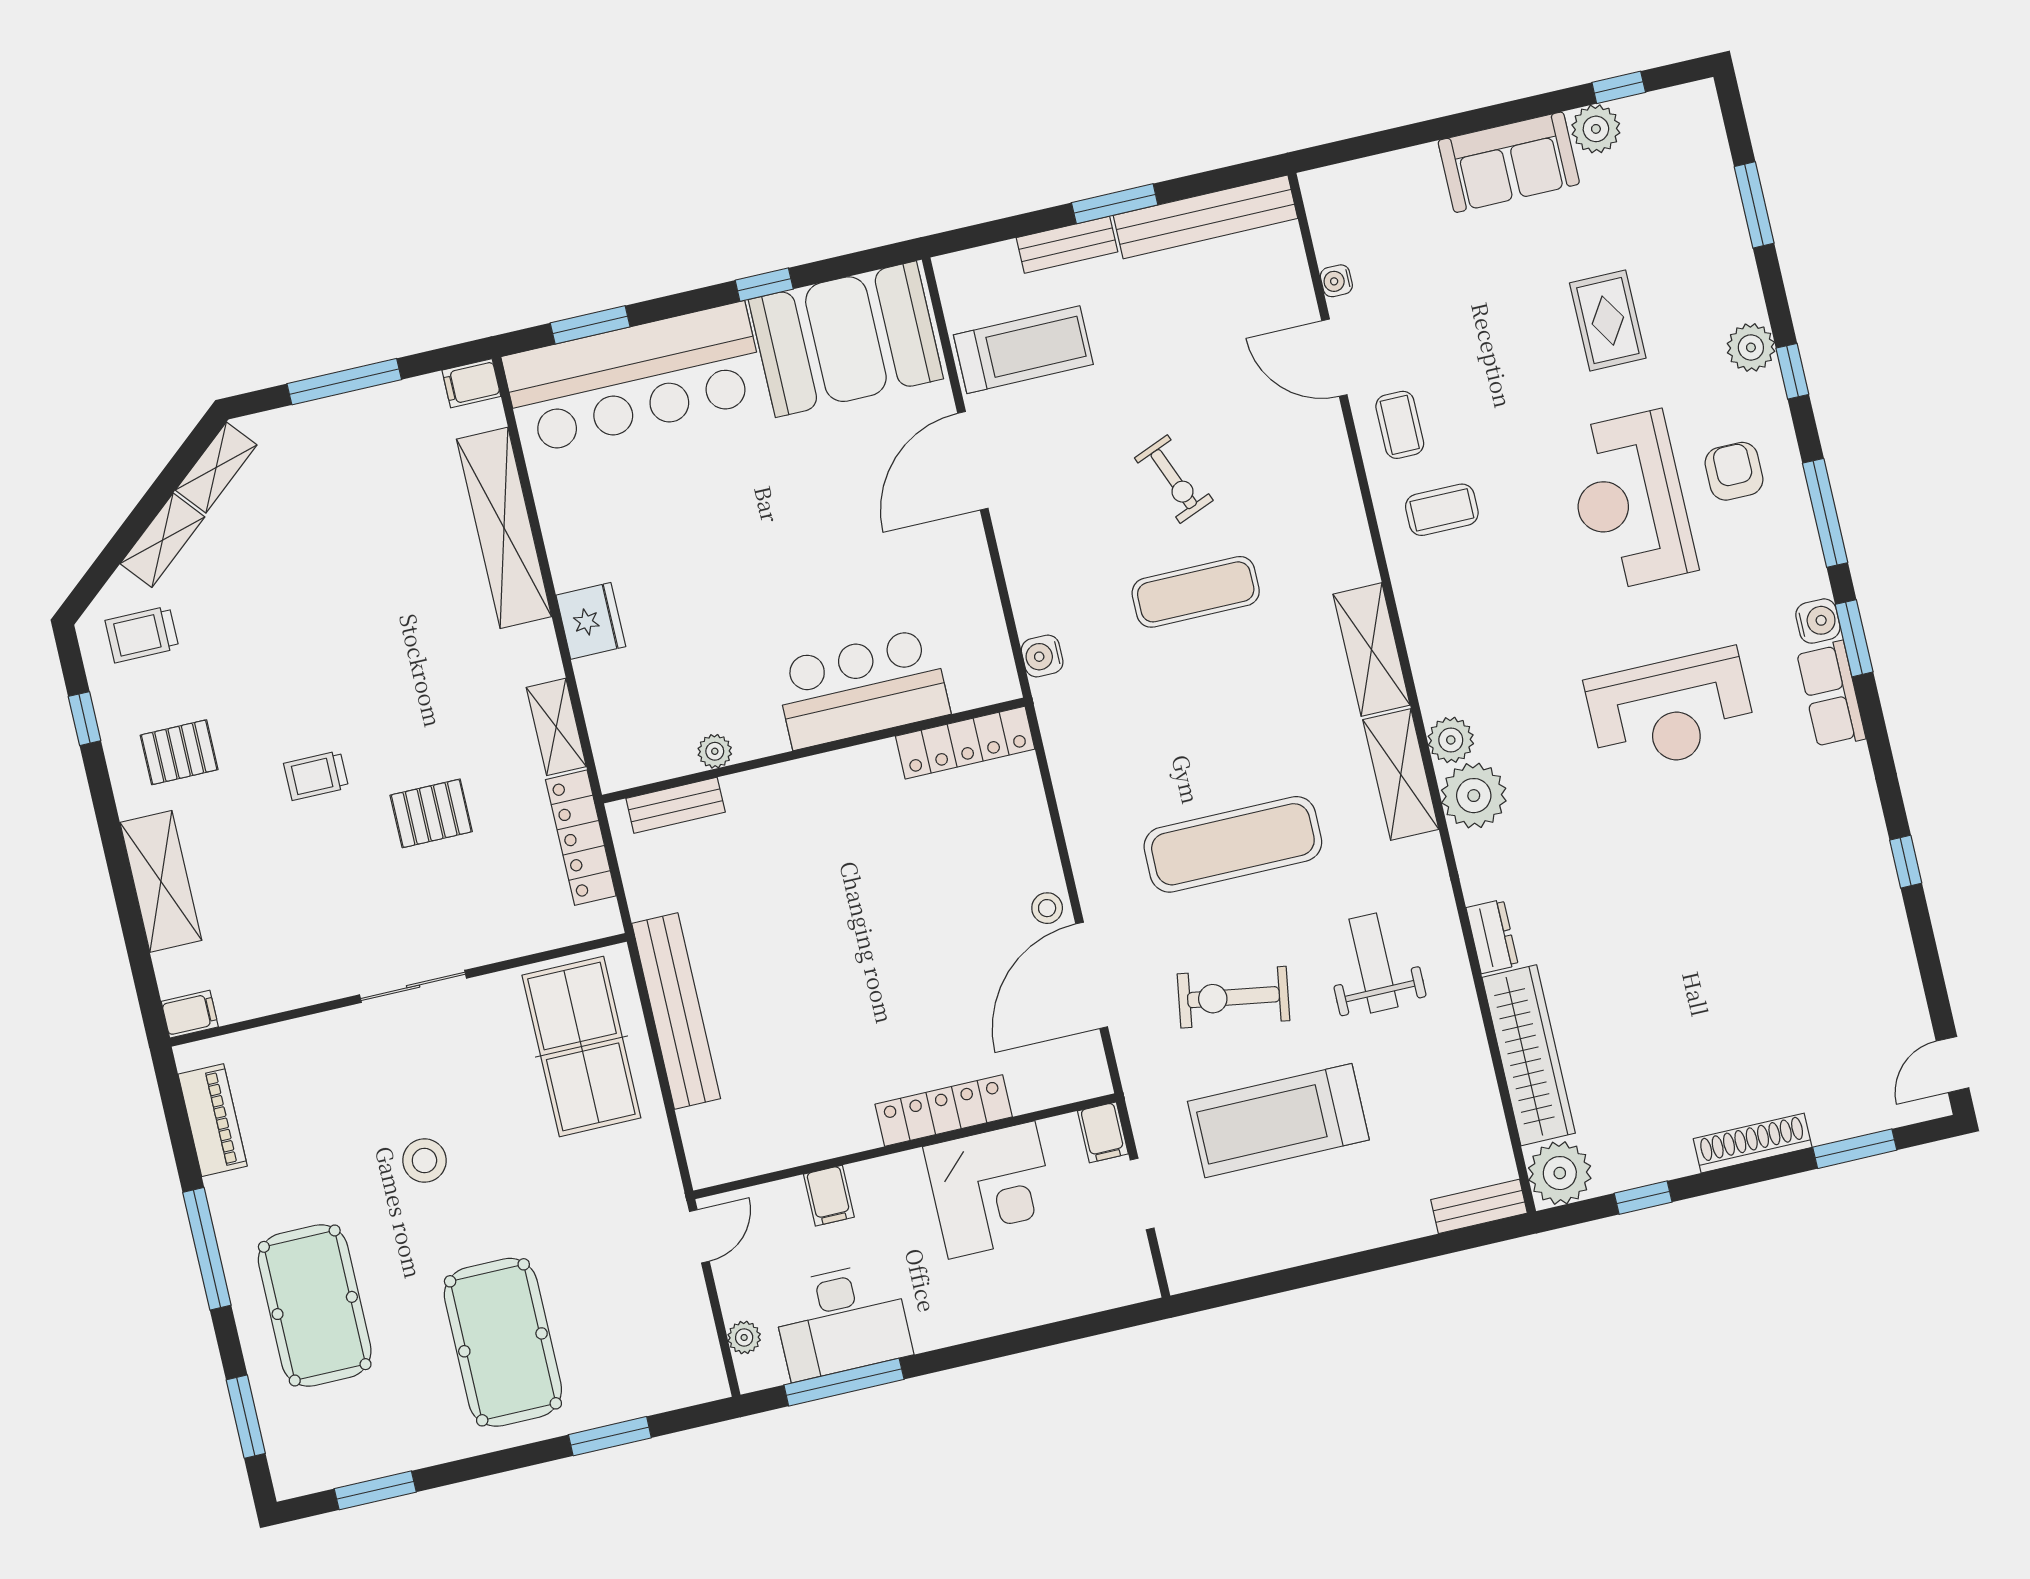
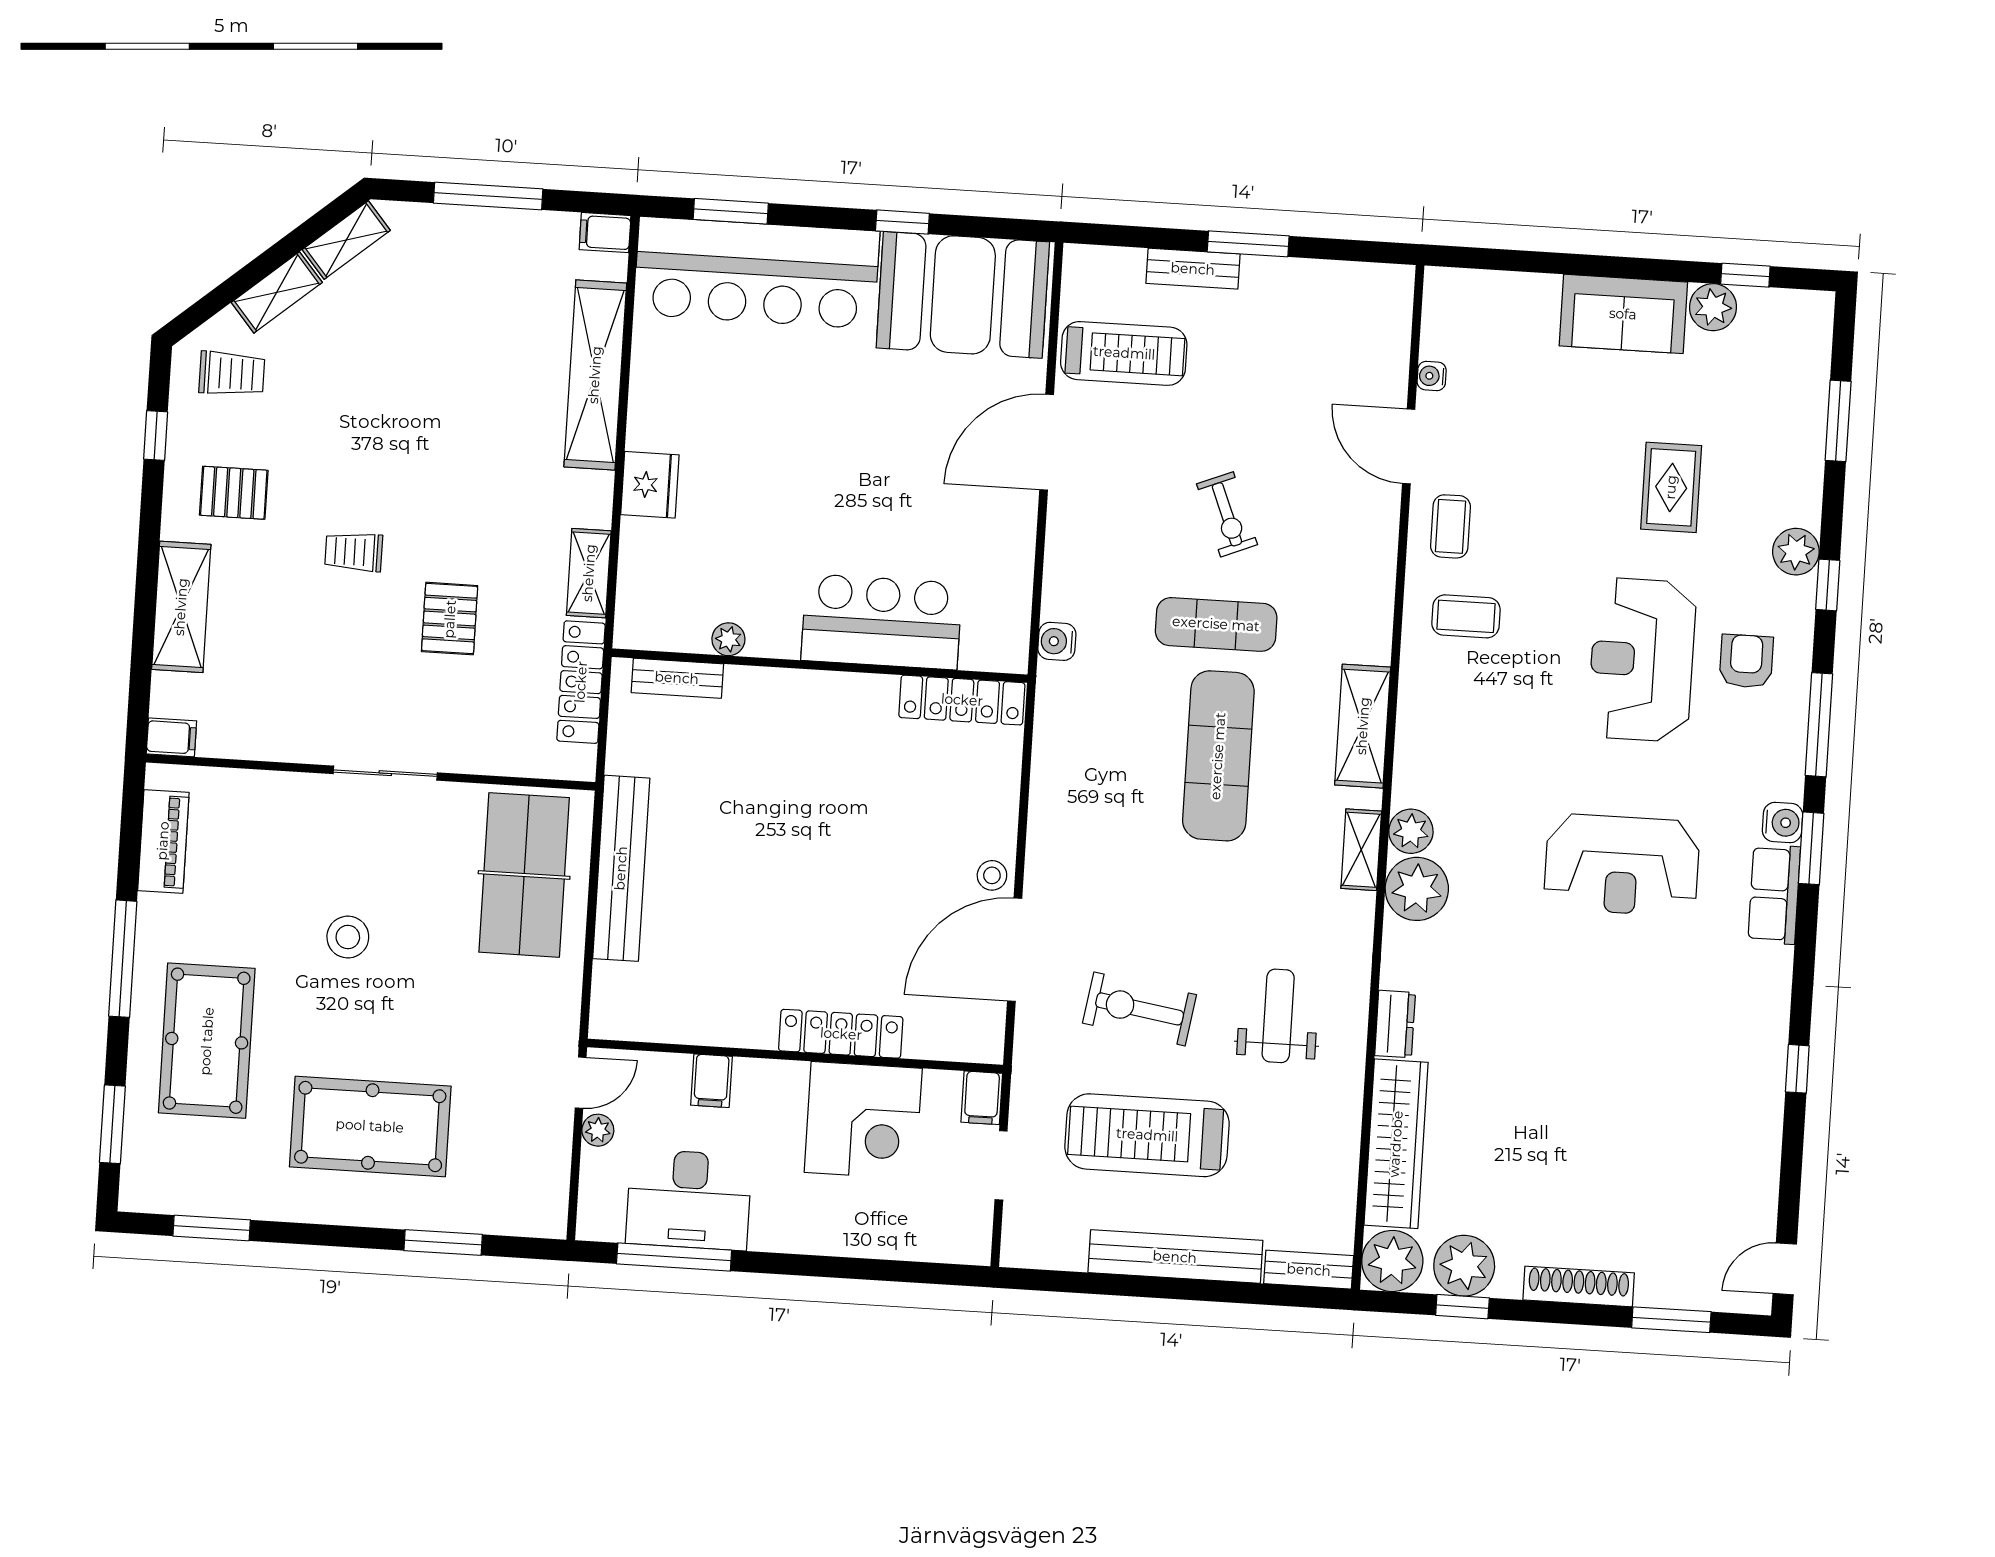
bench: (1205, 217) -> (1175, 1257), moved
trolley: (142, 634) -> (232, 374), turned 180
shelving: (1401, 774) -> (1361, 850), width x0.67, depth x0.75
pallet: (431, 813) -> (450, 619), turned 90
exercise mat: (1233, 844) -> (1218, 756), moved, turned 90
plant: (1633, 1156) -> (1464, 1266), added
plant: (744, 1337) -> (598, 1130), moved
pool table: (503, 1342) -> (370, 1126), turned 90

